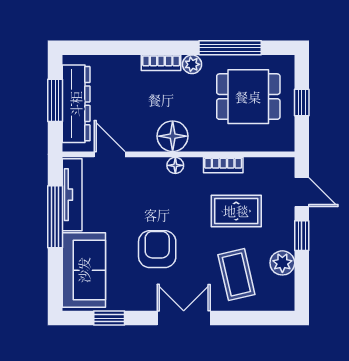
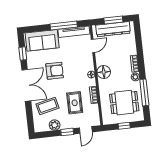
dining table: (248, 97) -> (124, 103), turned 90
double door: (184, 318) -> (26, 85), width x1.37

